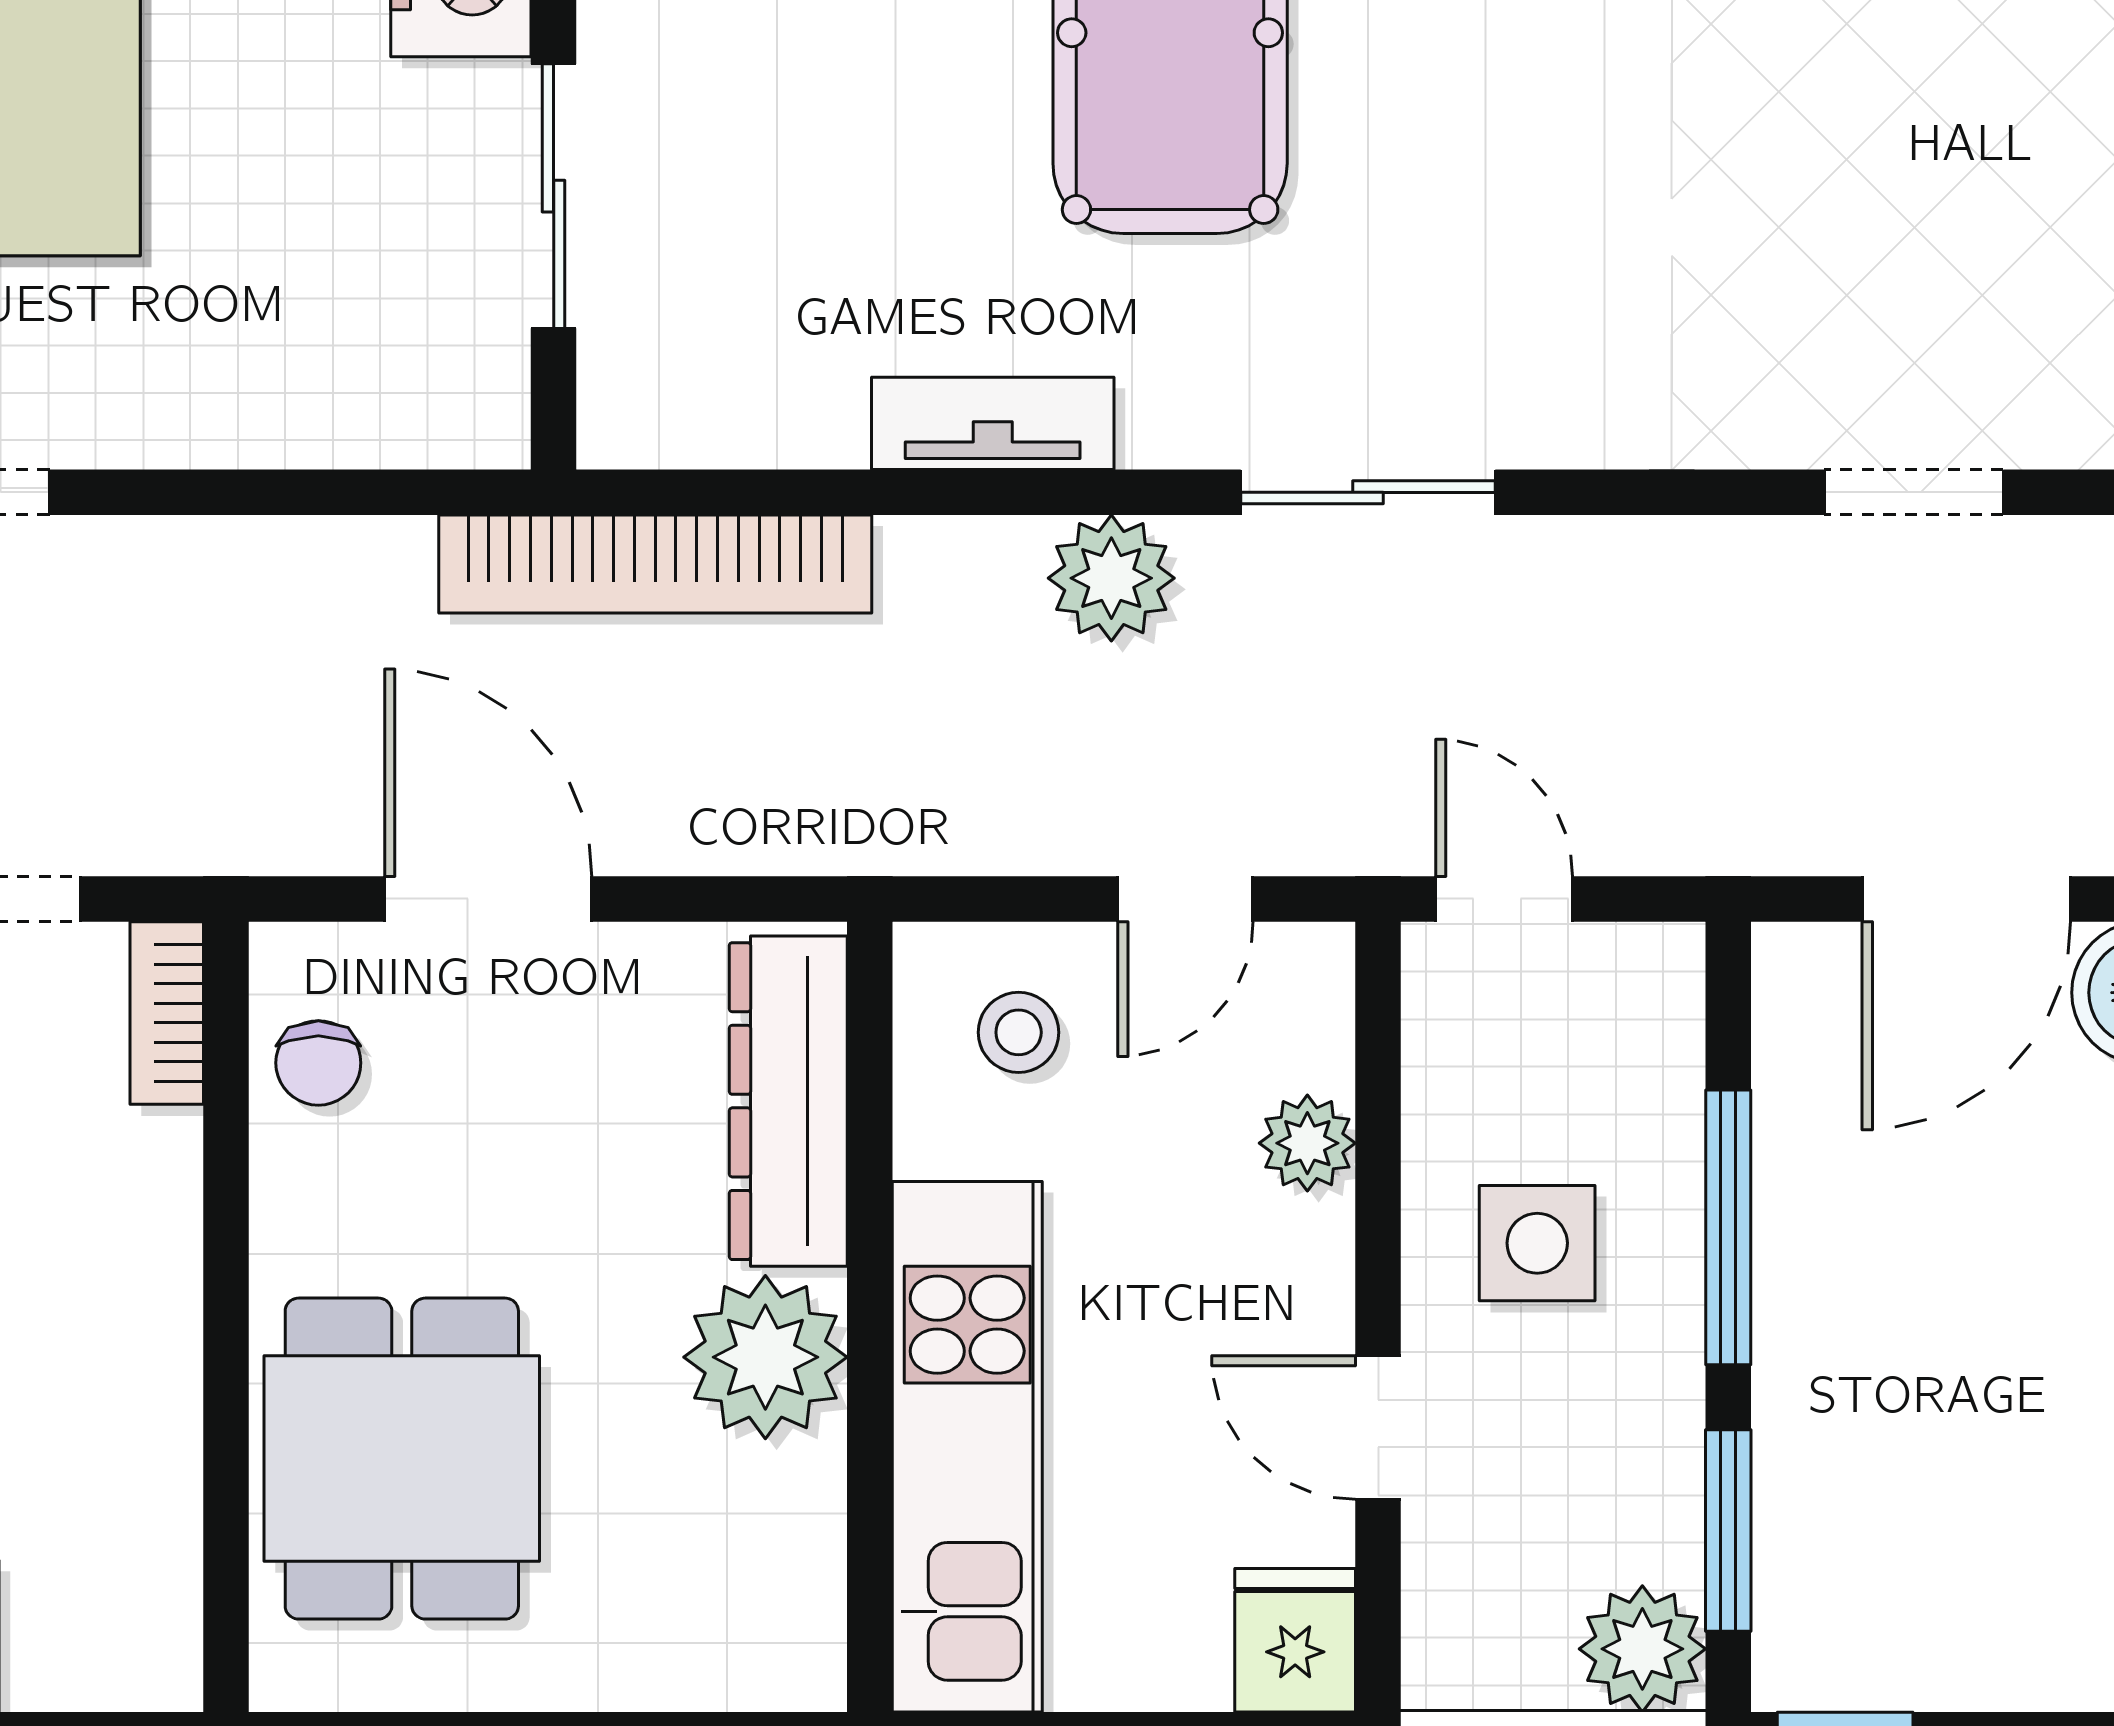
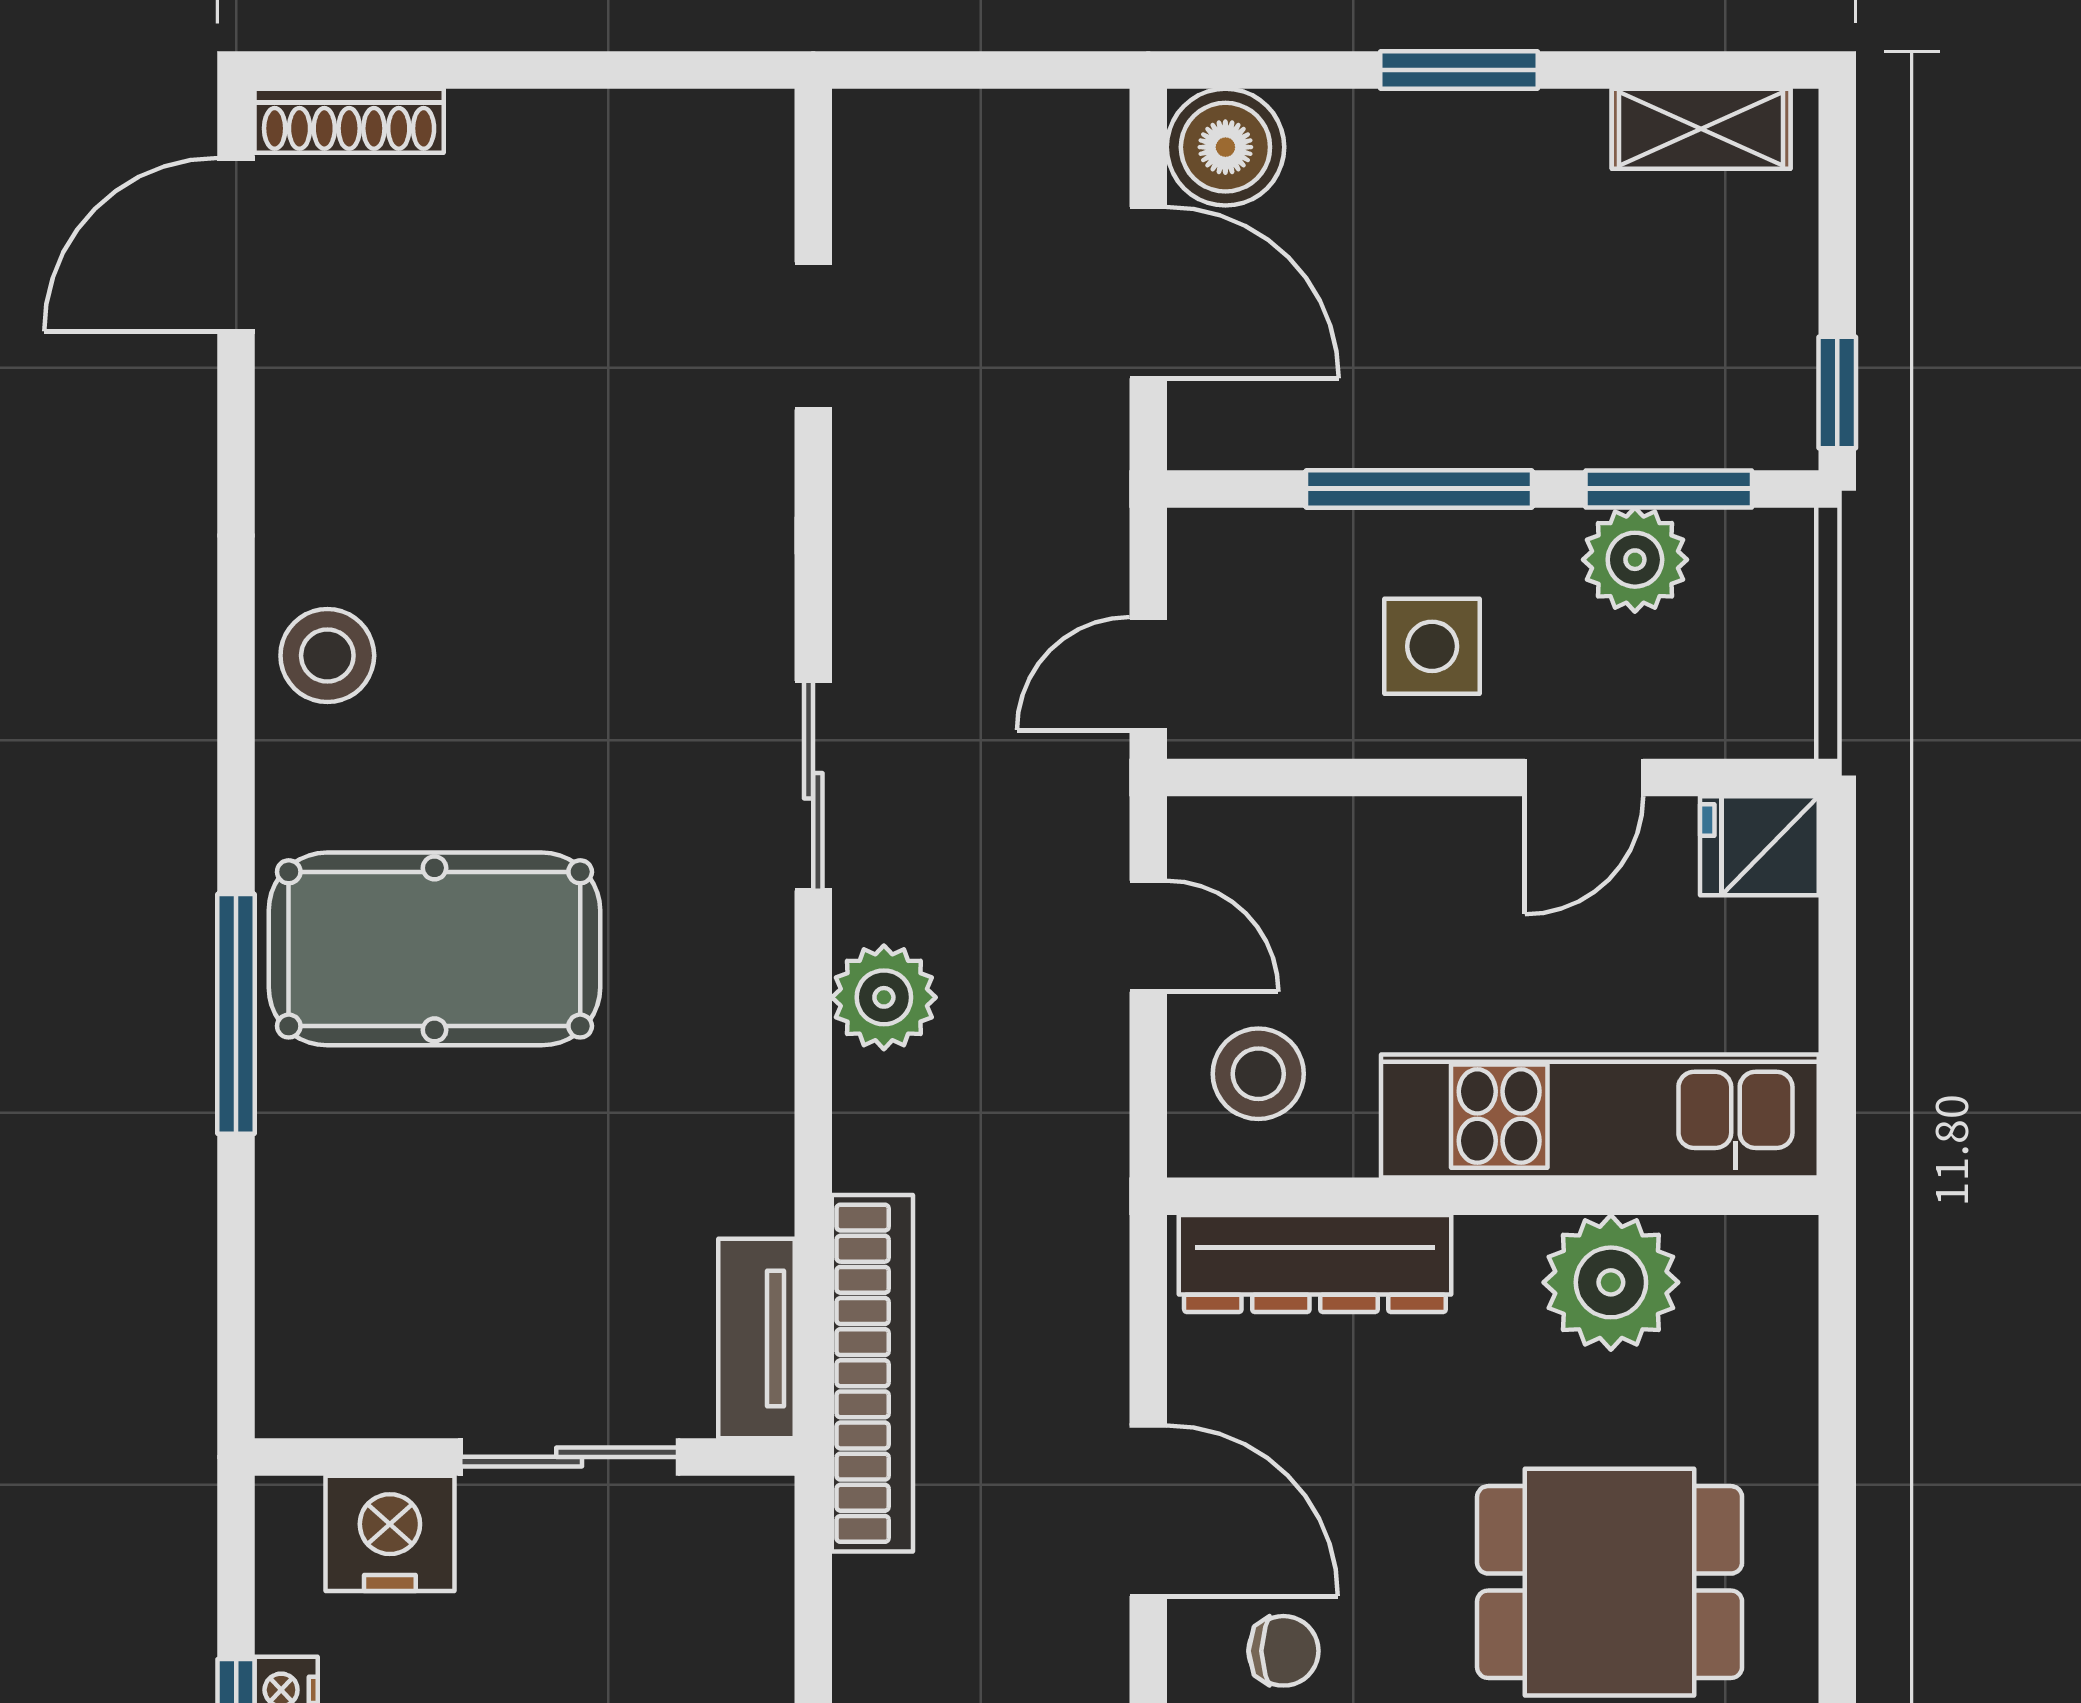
tv unit: (993, 423) -> (756, 1339), moved
door: (488, 899) -> (1148, 1511), swing flipped
stool: (1019, 1032) -> (1258, 1074), width x1.37, depth x1.37
plant: (1307, 1143) -> (1350, 836), removed
plant: (765, 1357) -> (1611, 1282), moved
plant: (1642, 1649) -> (1635, 560), moved

